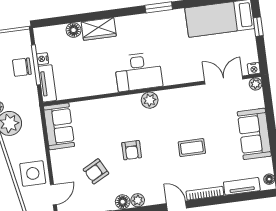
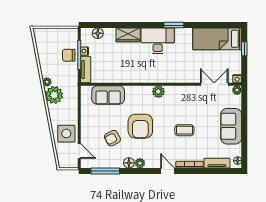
floor lamp: (74, 30) -> (98, 33), moved
desk: (138, 72) -> (158, 41), moved, turned 180
sofa: (59, 126) -> (108, 95), moved, turned 90
armchair: (132, 150) -> (140, 126), width x1.88, depth x1.88
door: (53, 195) -> (79, 151), hinge flipped

